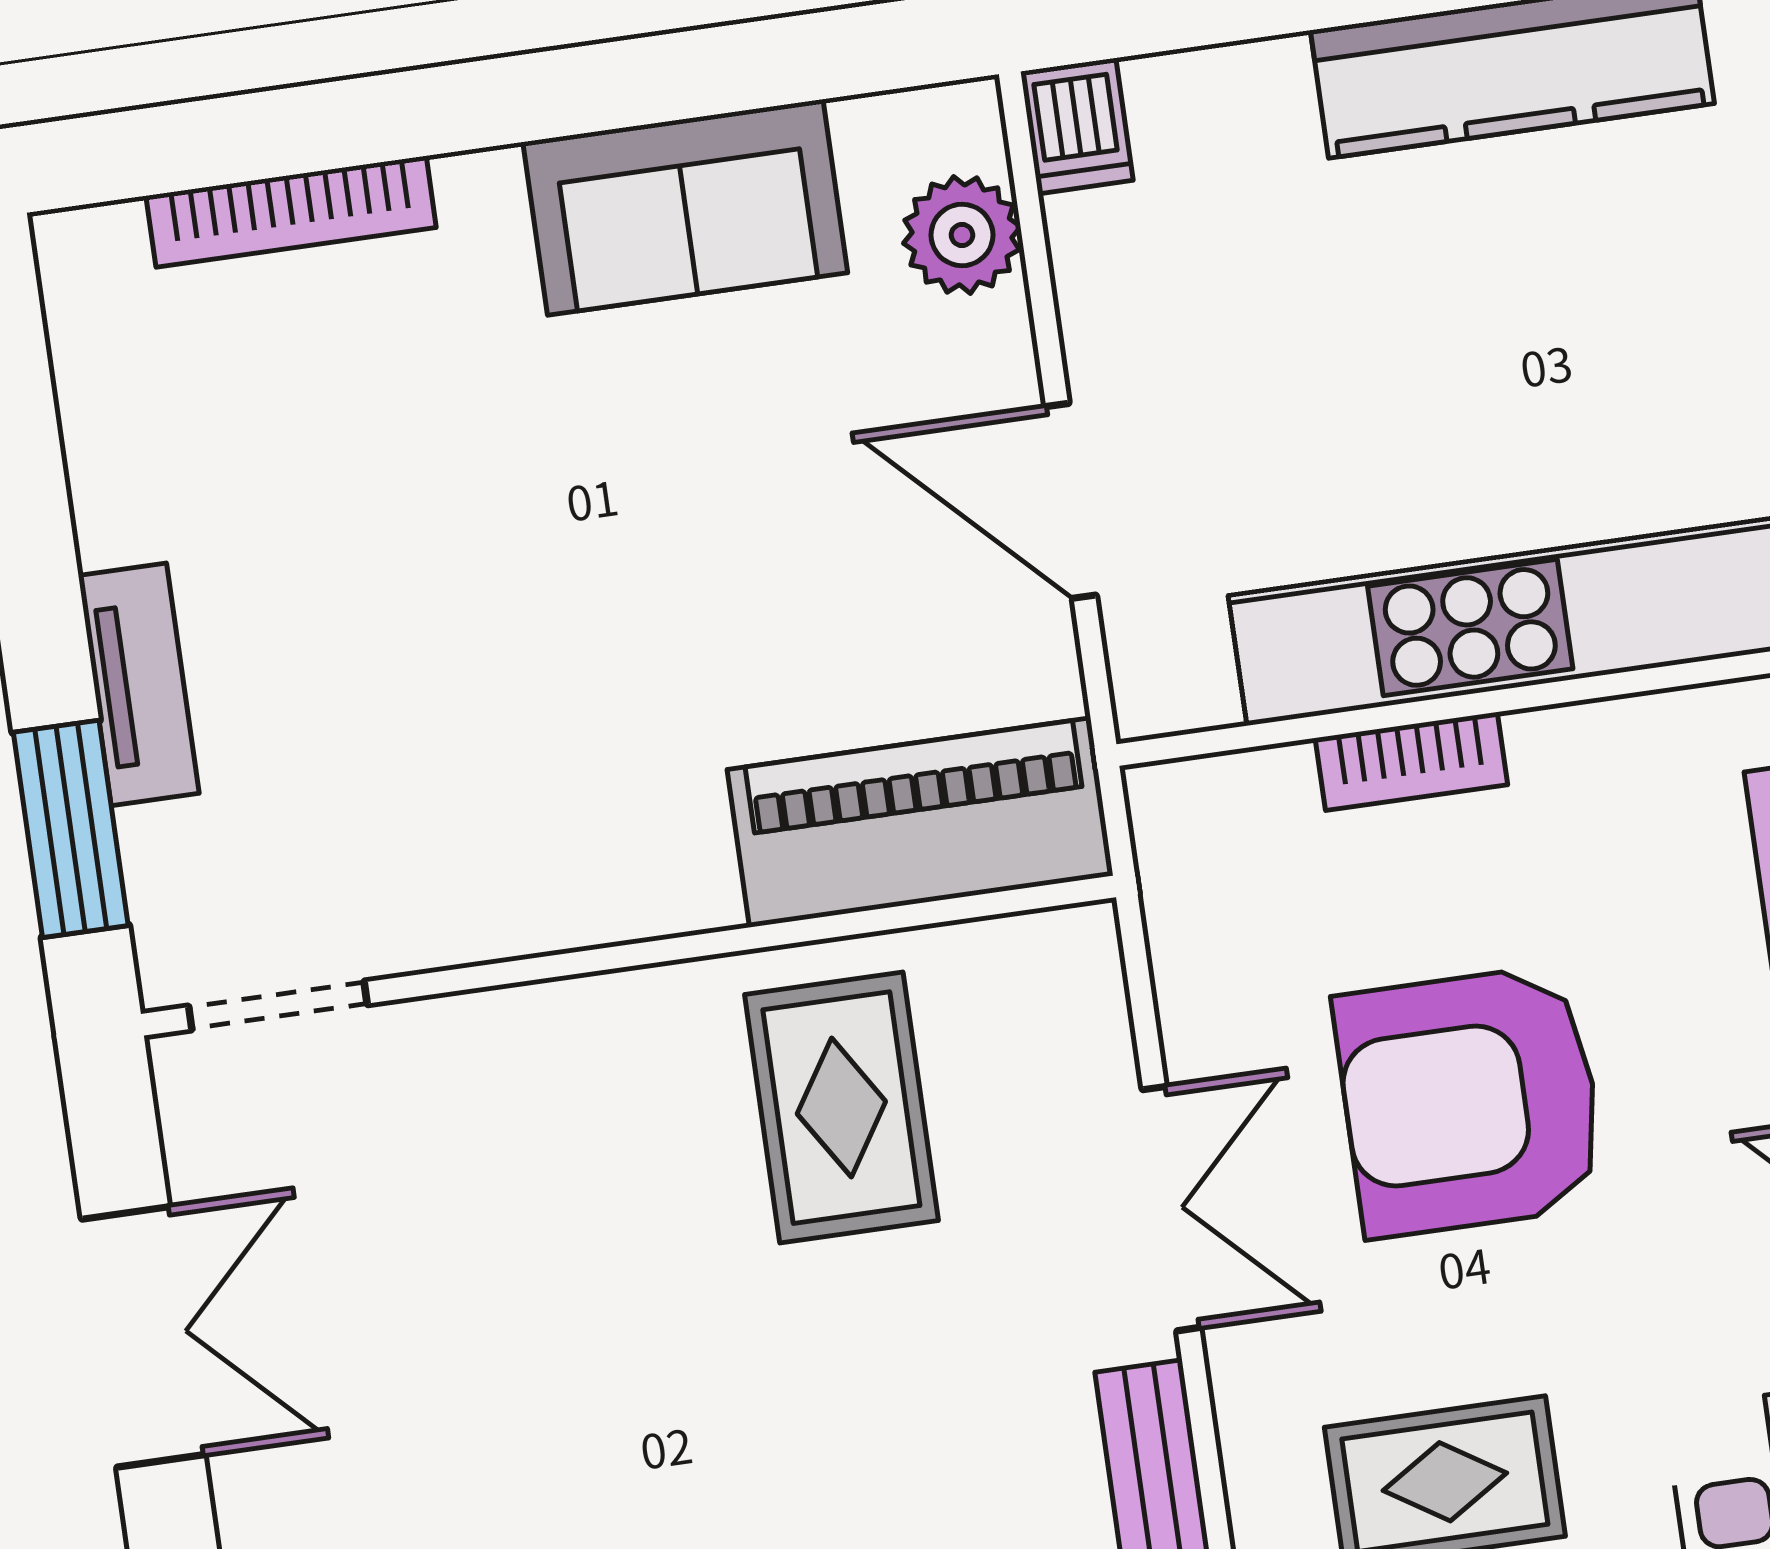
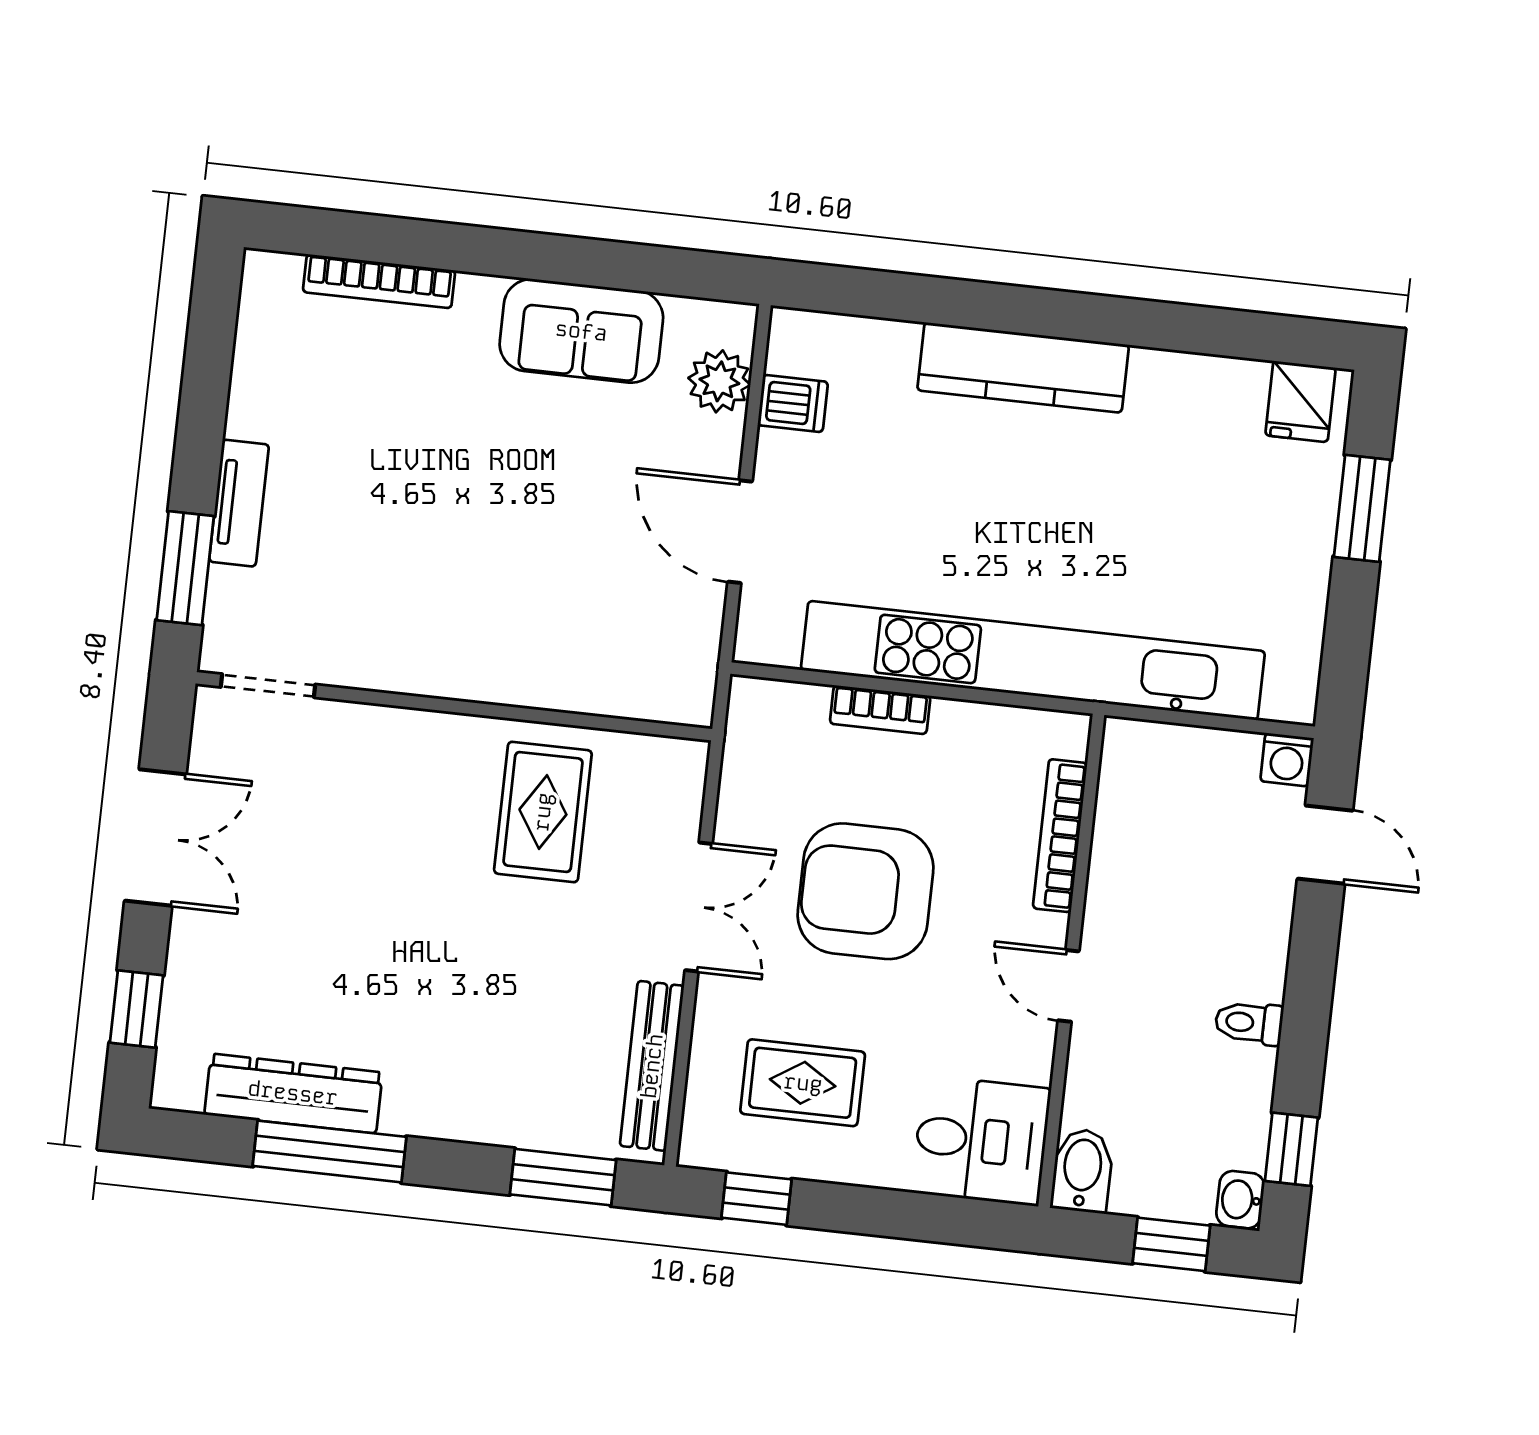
dishwasher: (1077, 126) -> (793, 403), moved, turned -90
piano: (920, 823) -> (621, 677), removed

